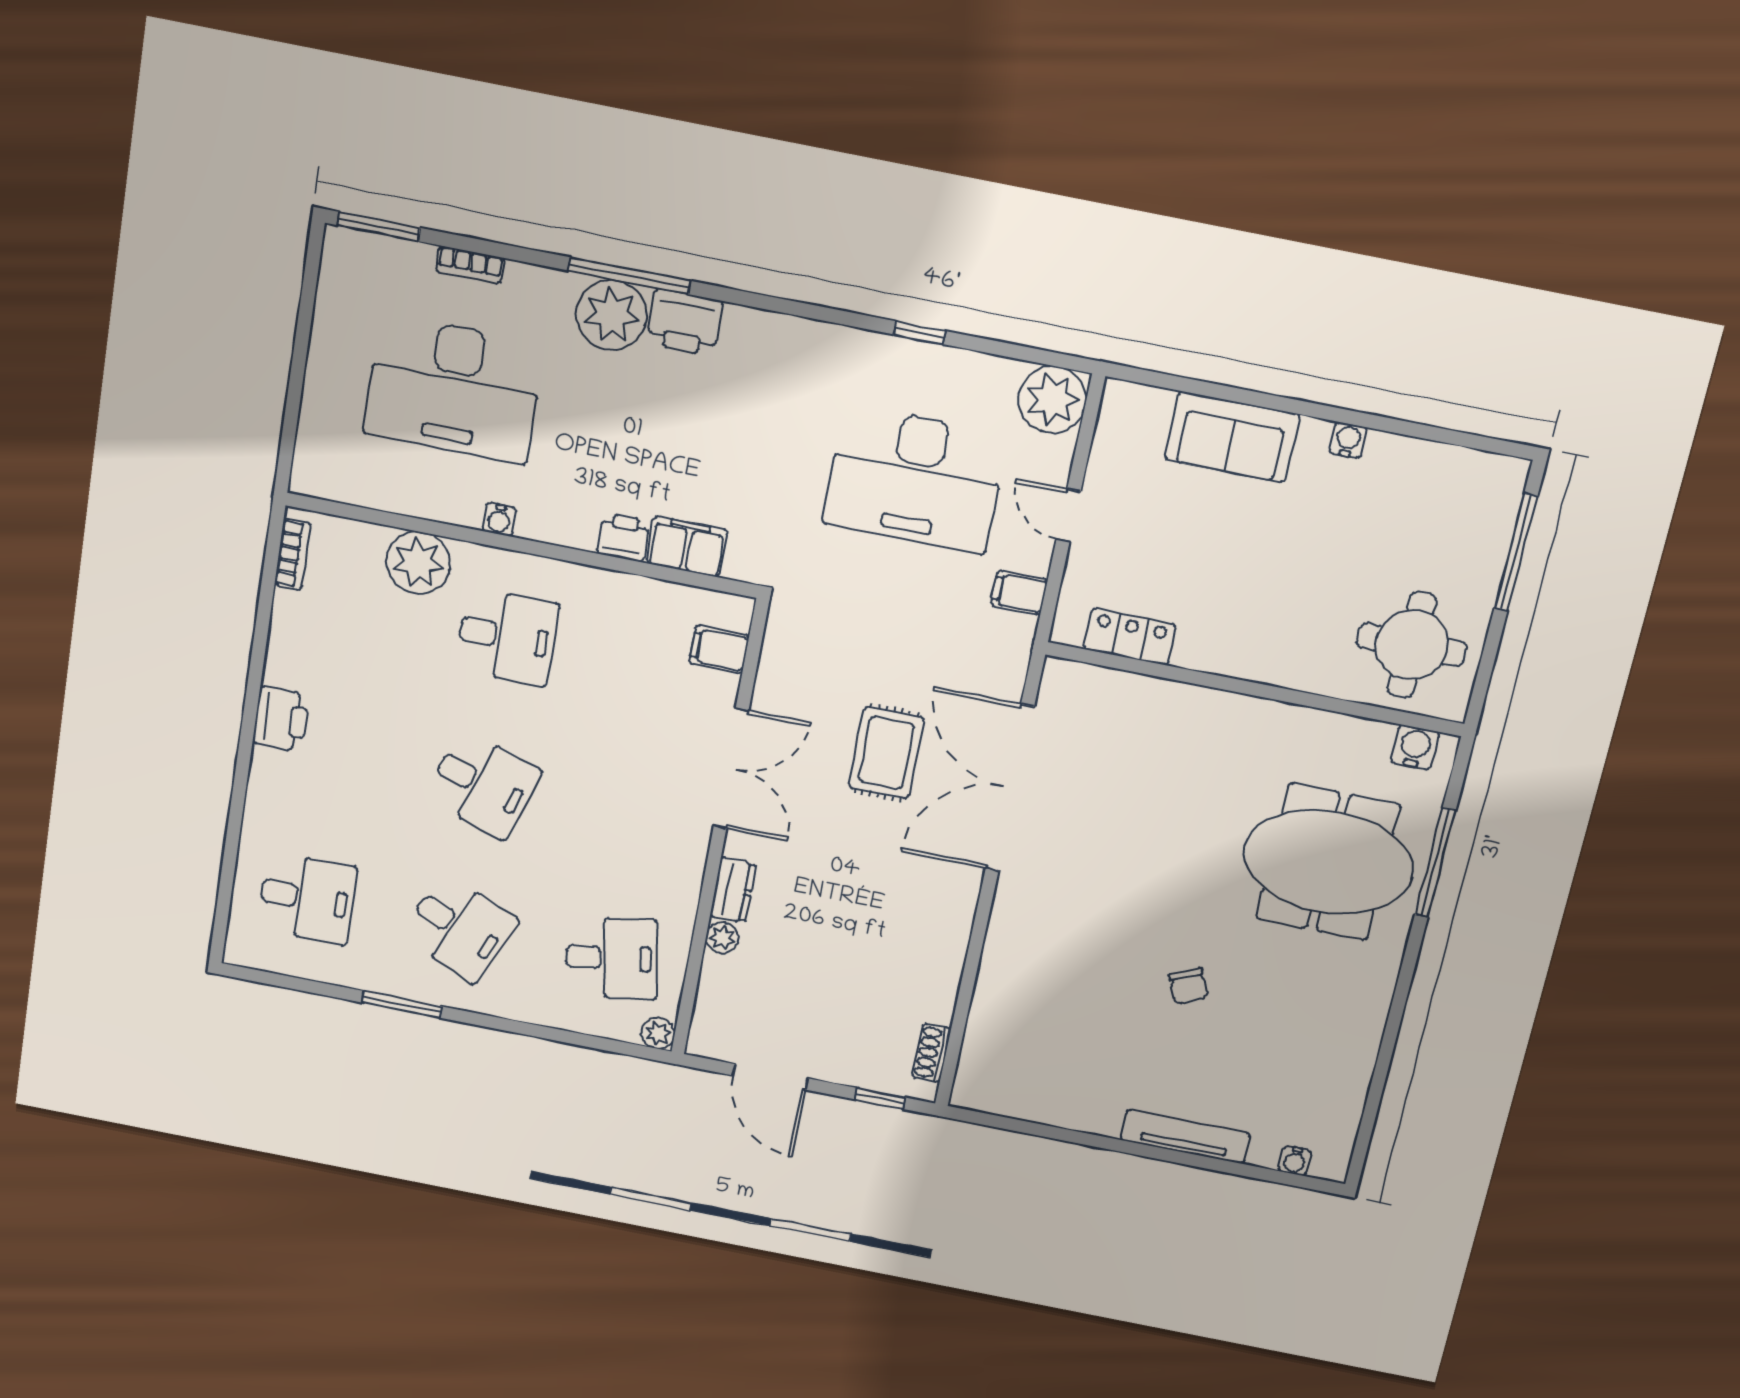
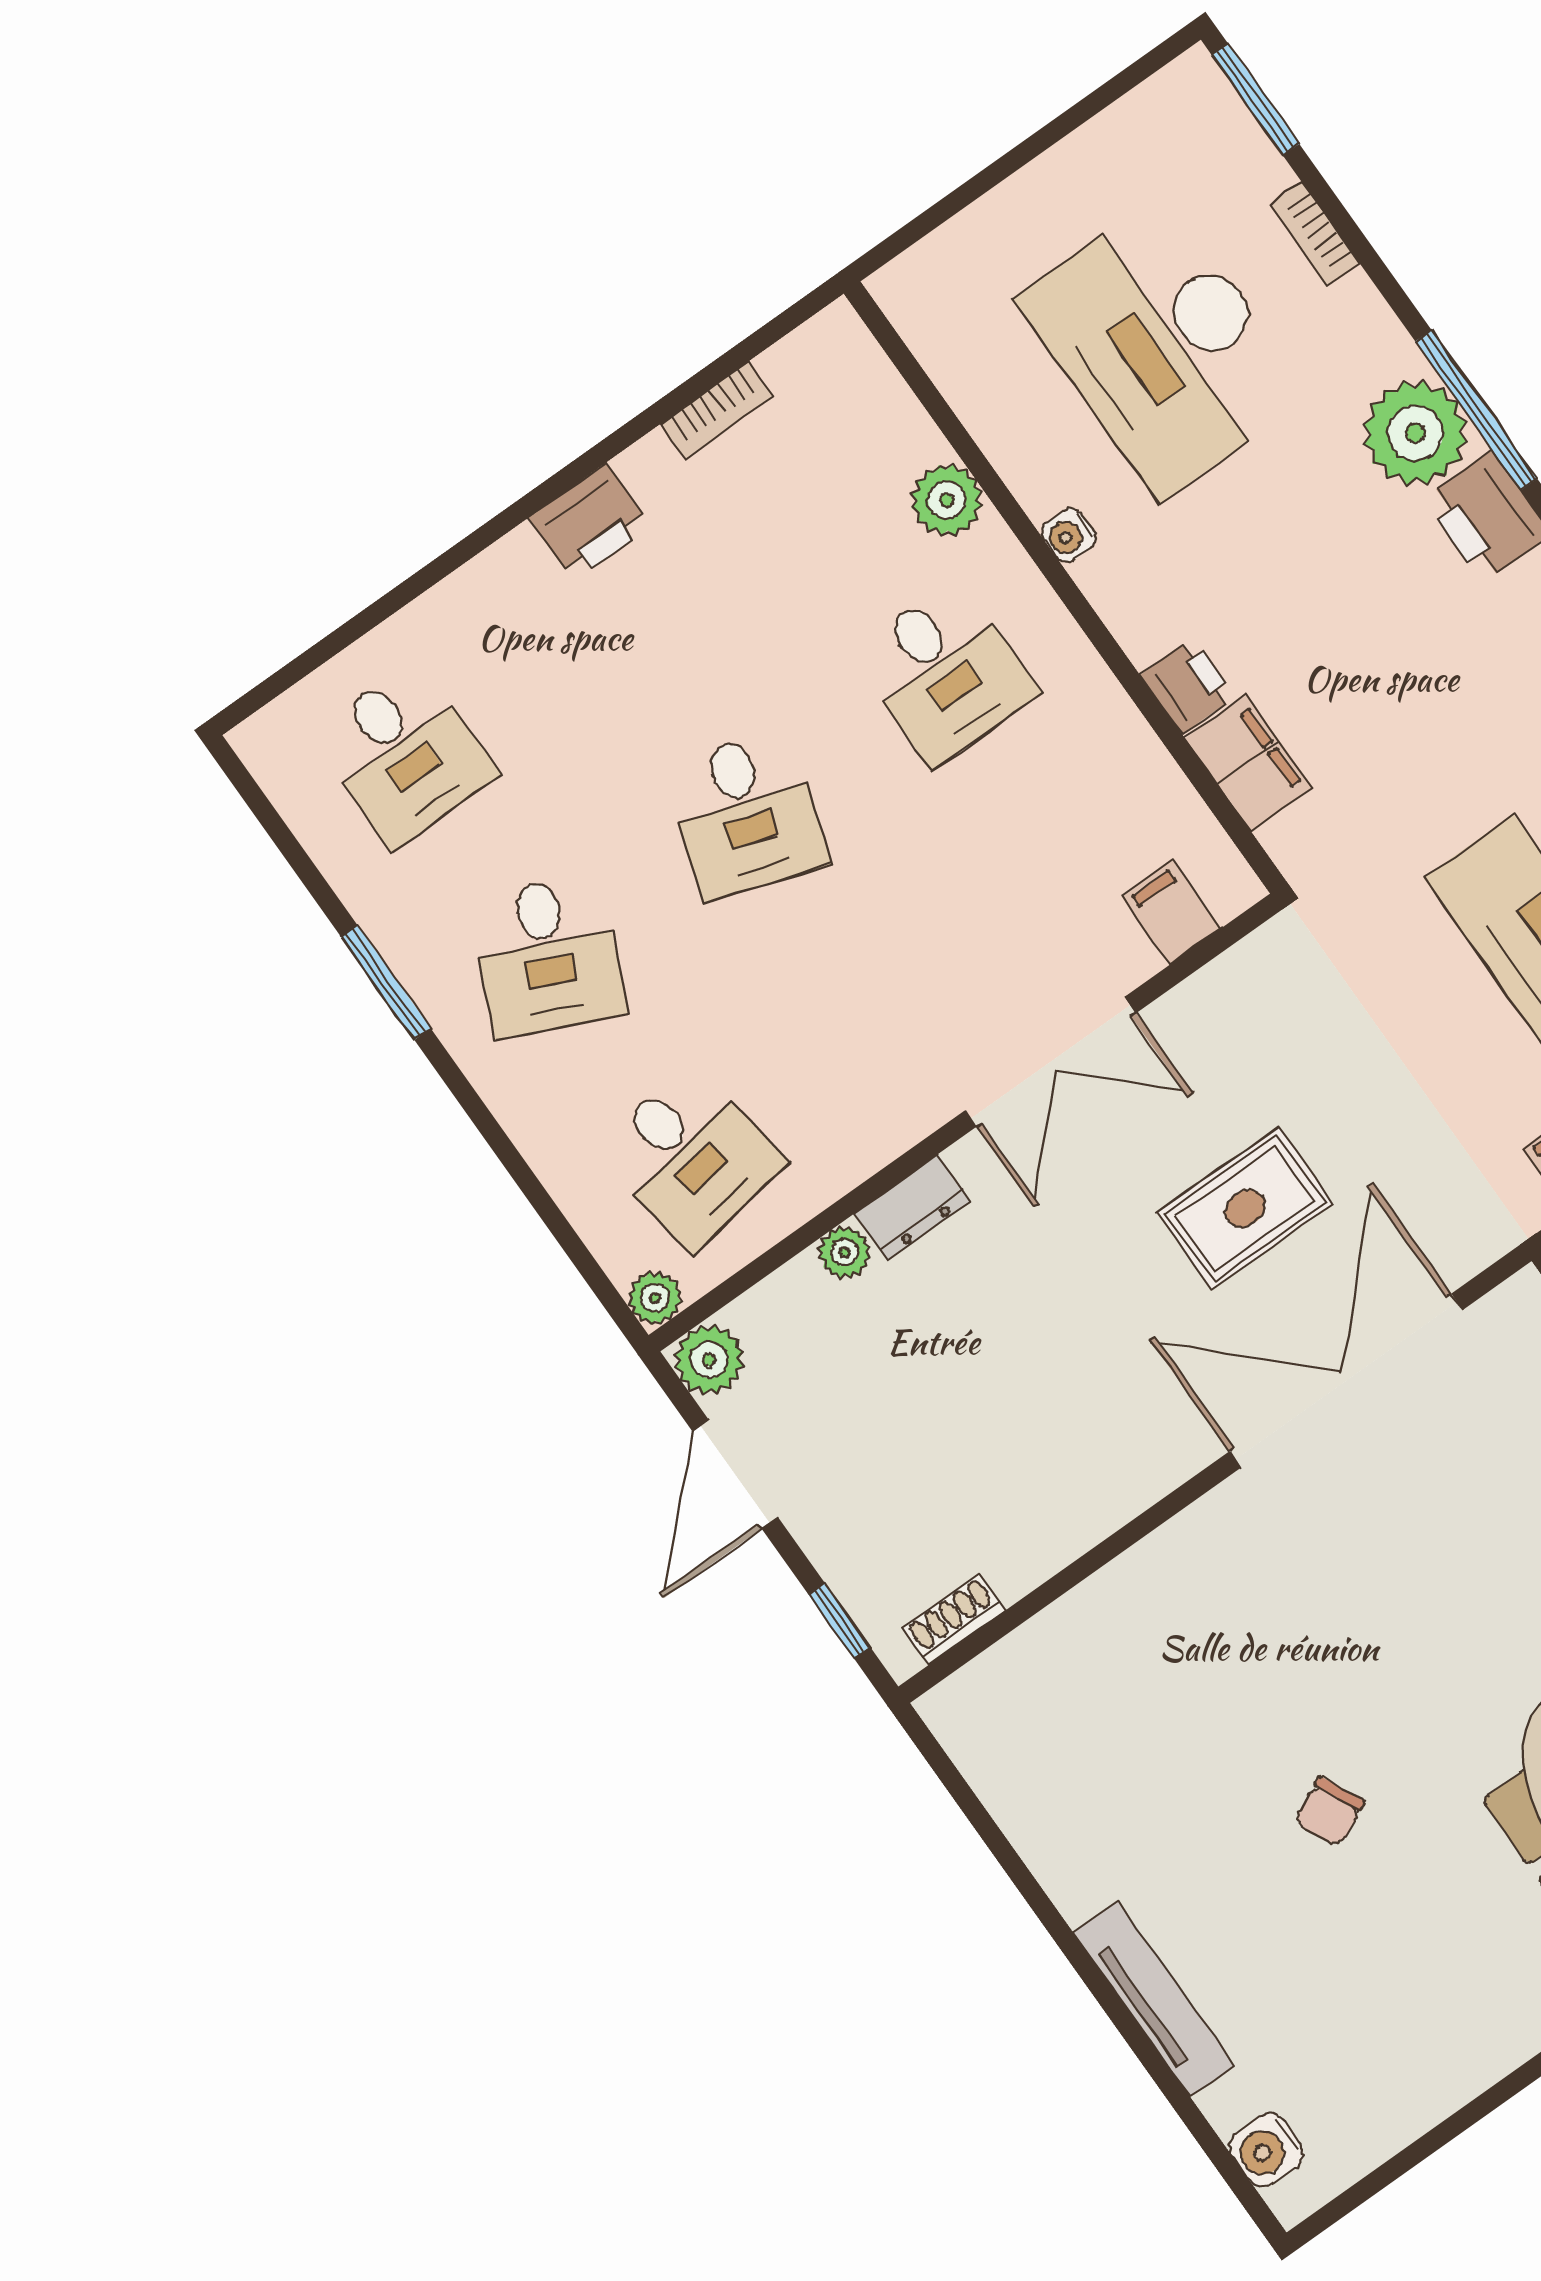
bookcase: (293, 554) -> (717, 410), moved
plant: (418, 563) -> (947, 500), width x0.73, depth x0.73
plant: (709, 1038) -> (709, 1360), added
water cooler: (1295, 1161) -> (1266, 2150), width x1.38, depth x1.38

